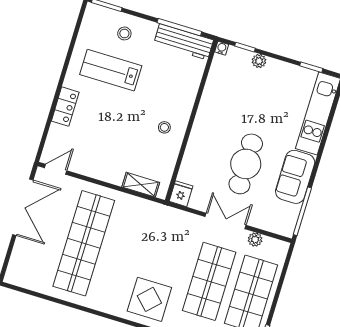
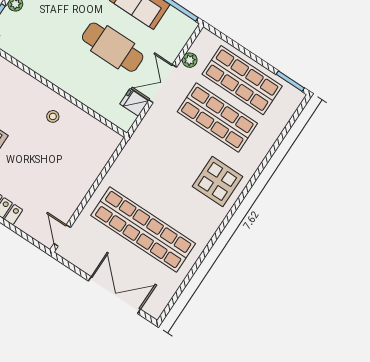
shelving: (141, 185) -> (102, 156), removed
fridge: (181, 194) -> (134, 102), moved
double door: (23, 207) -> (114, 295), moved

